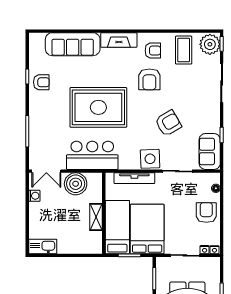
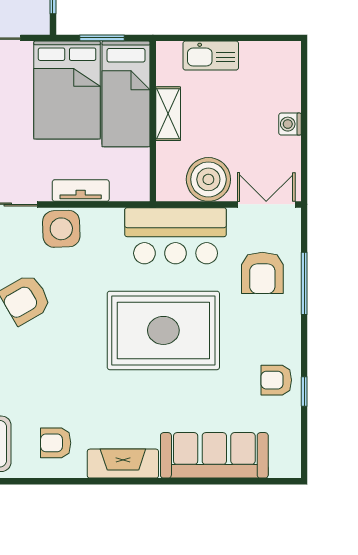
armchair: (149, 79) -> (262, 273), moved, turned 180
tv unit: (134, 178) -> (81, 191), width x0.71
washing machine: (34, 196) -> (290, 124), moved
kitchen sink: (43, 246) -> (211, 56), moved

